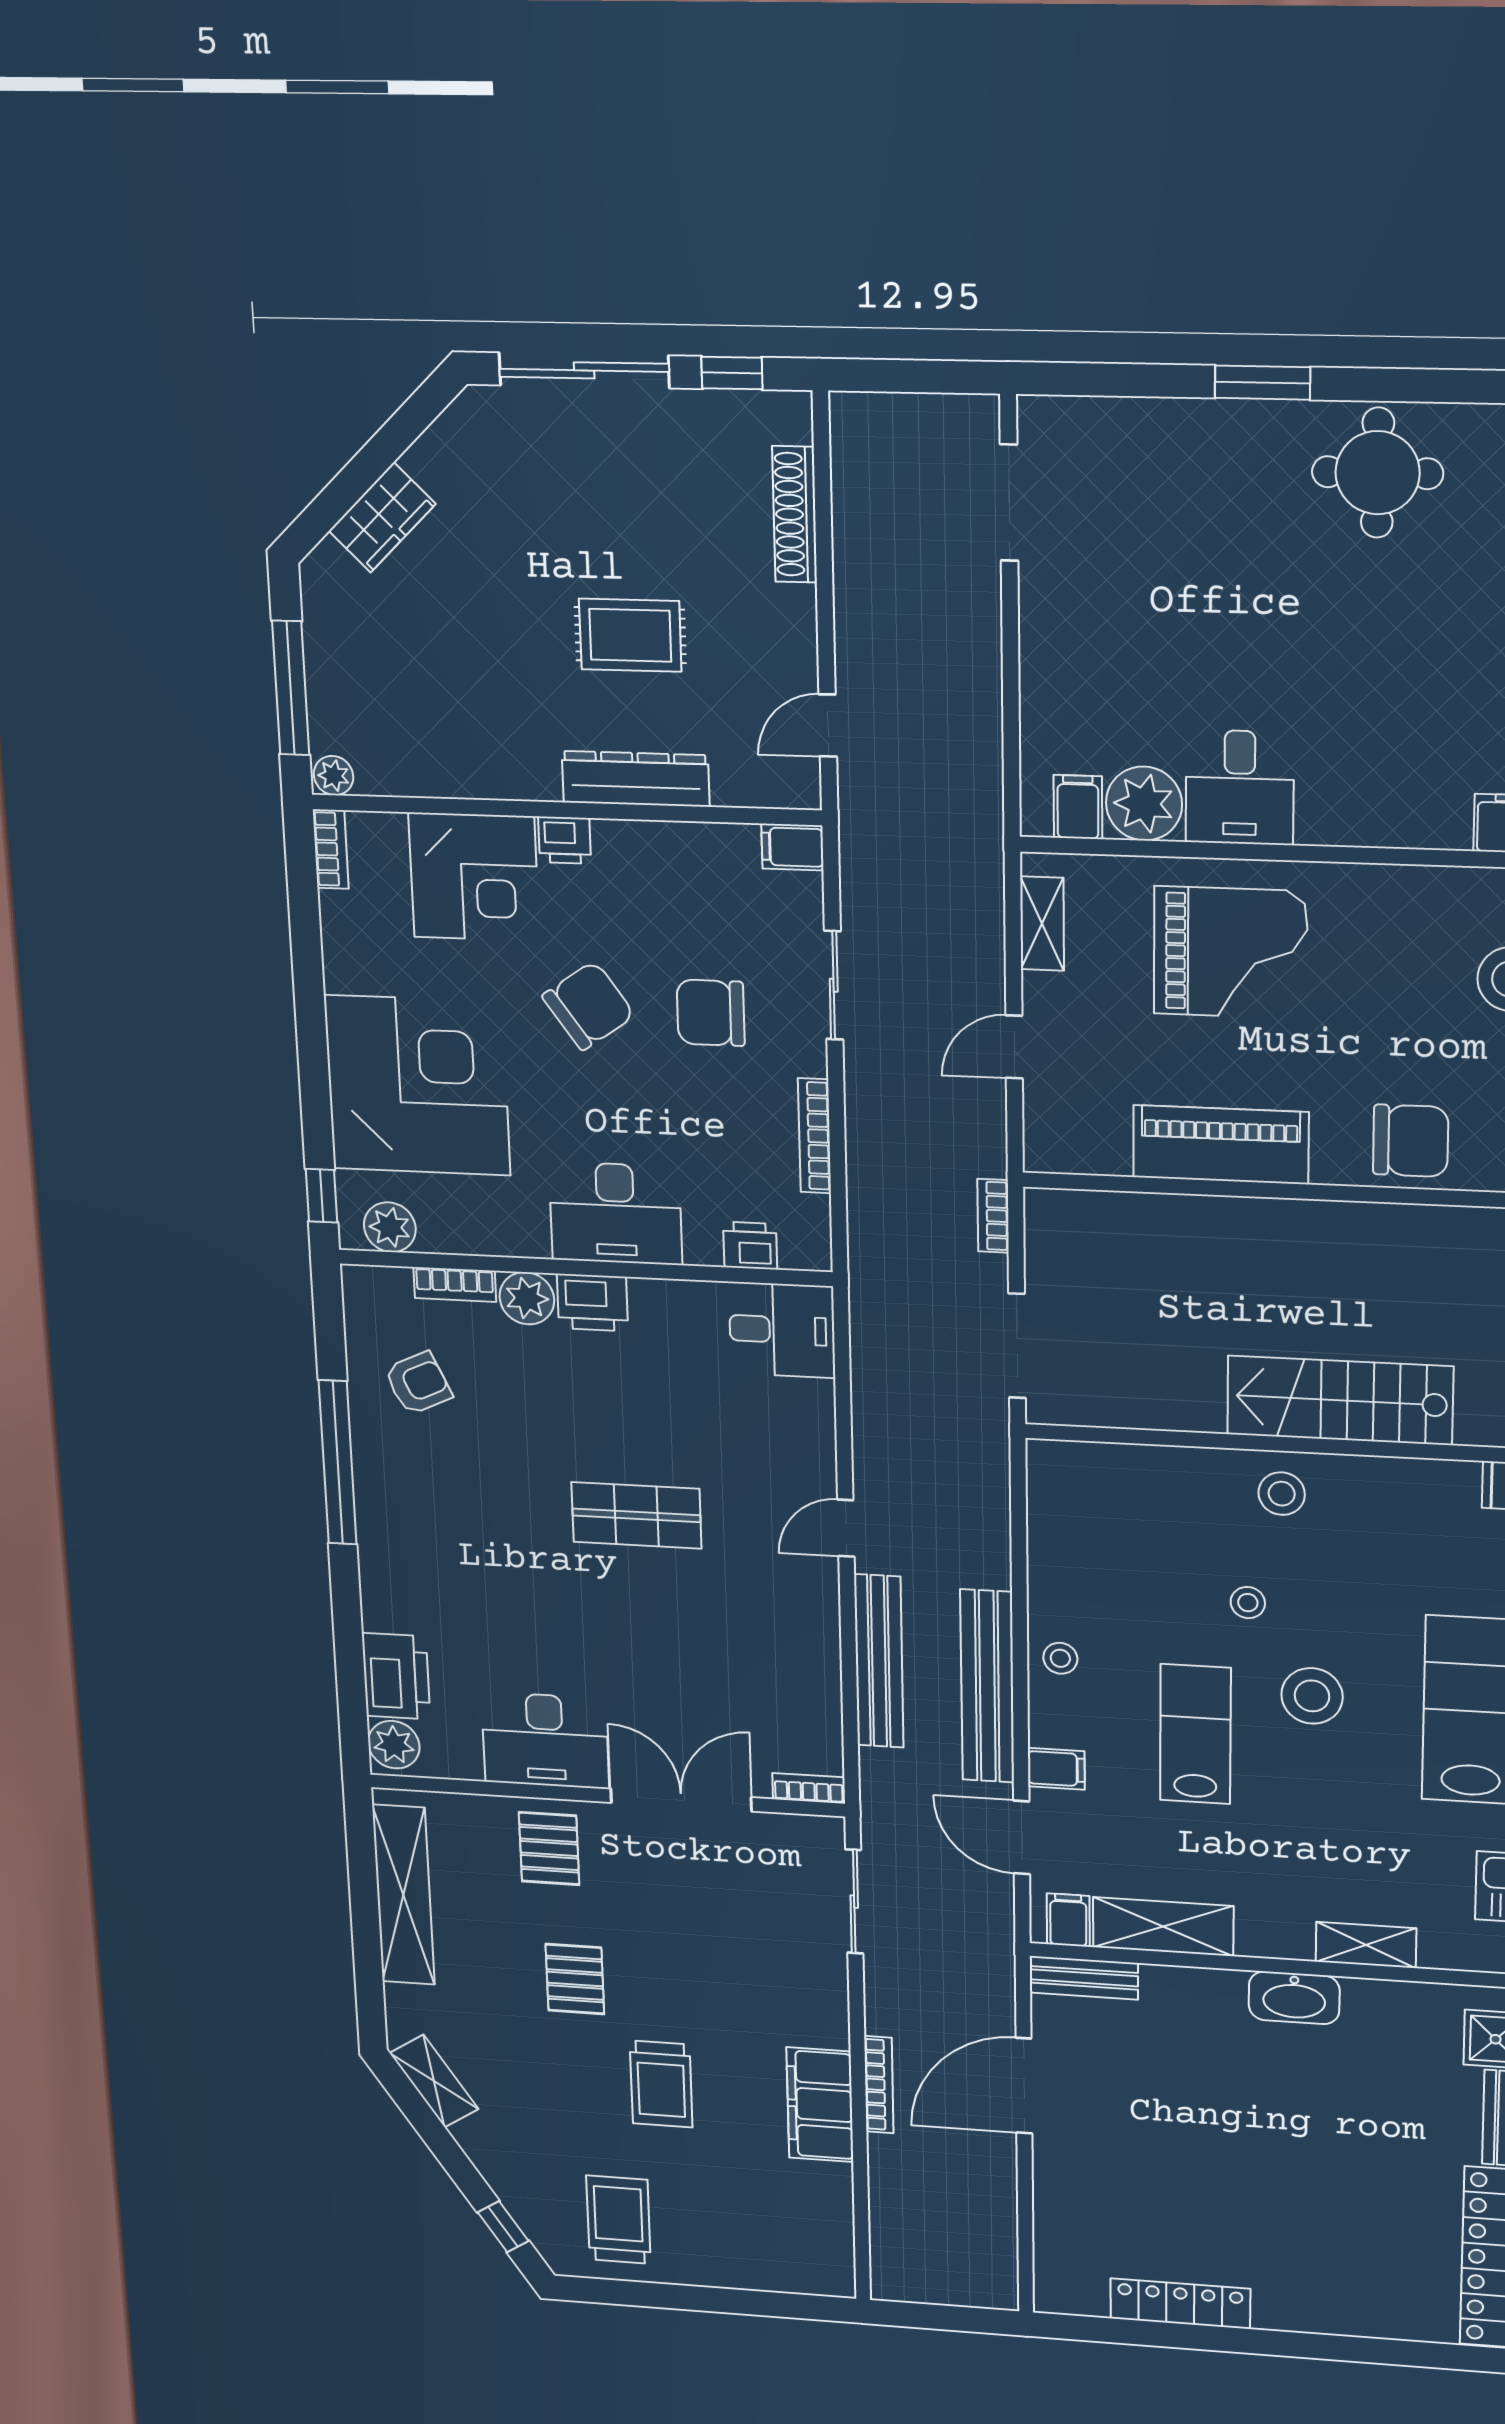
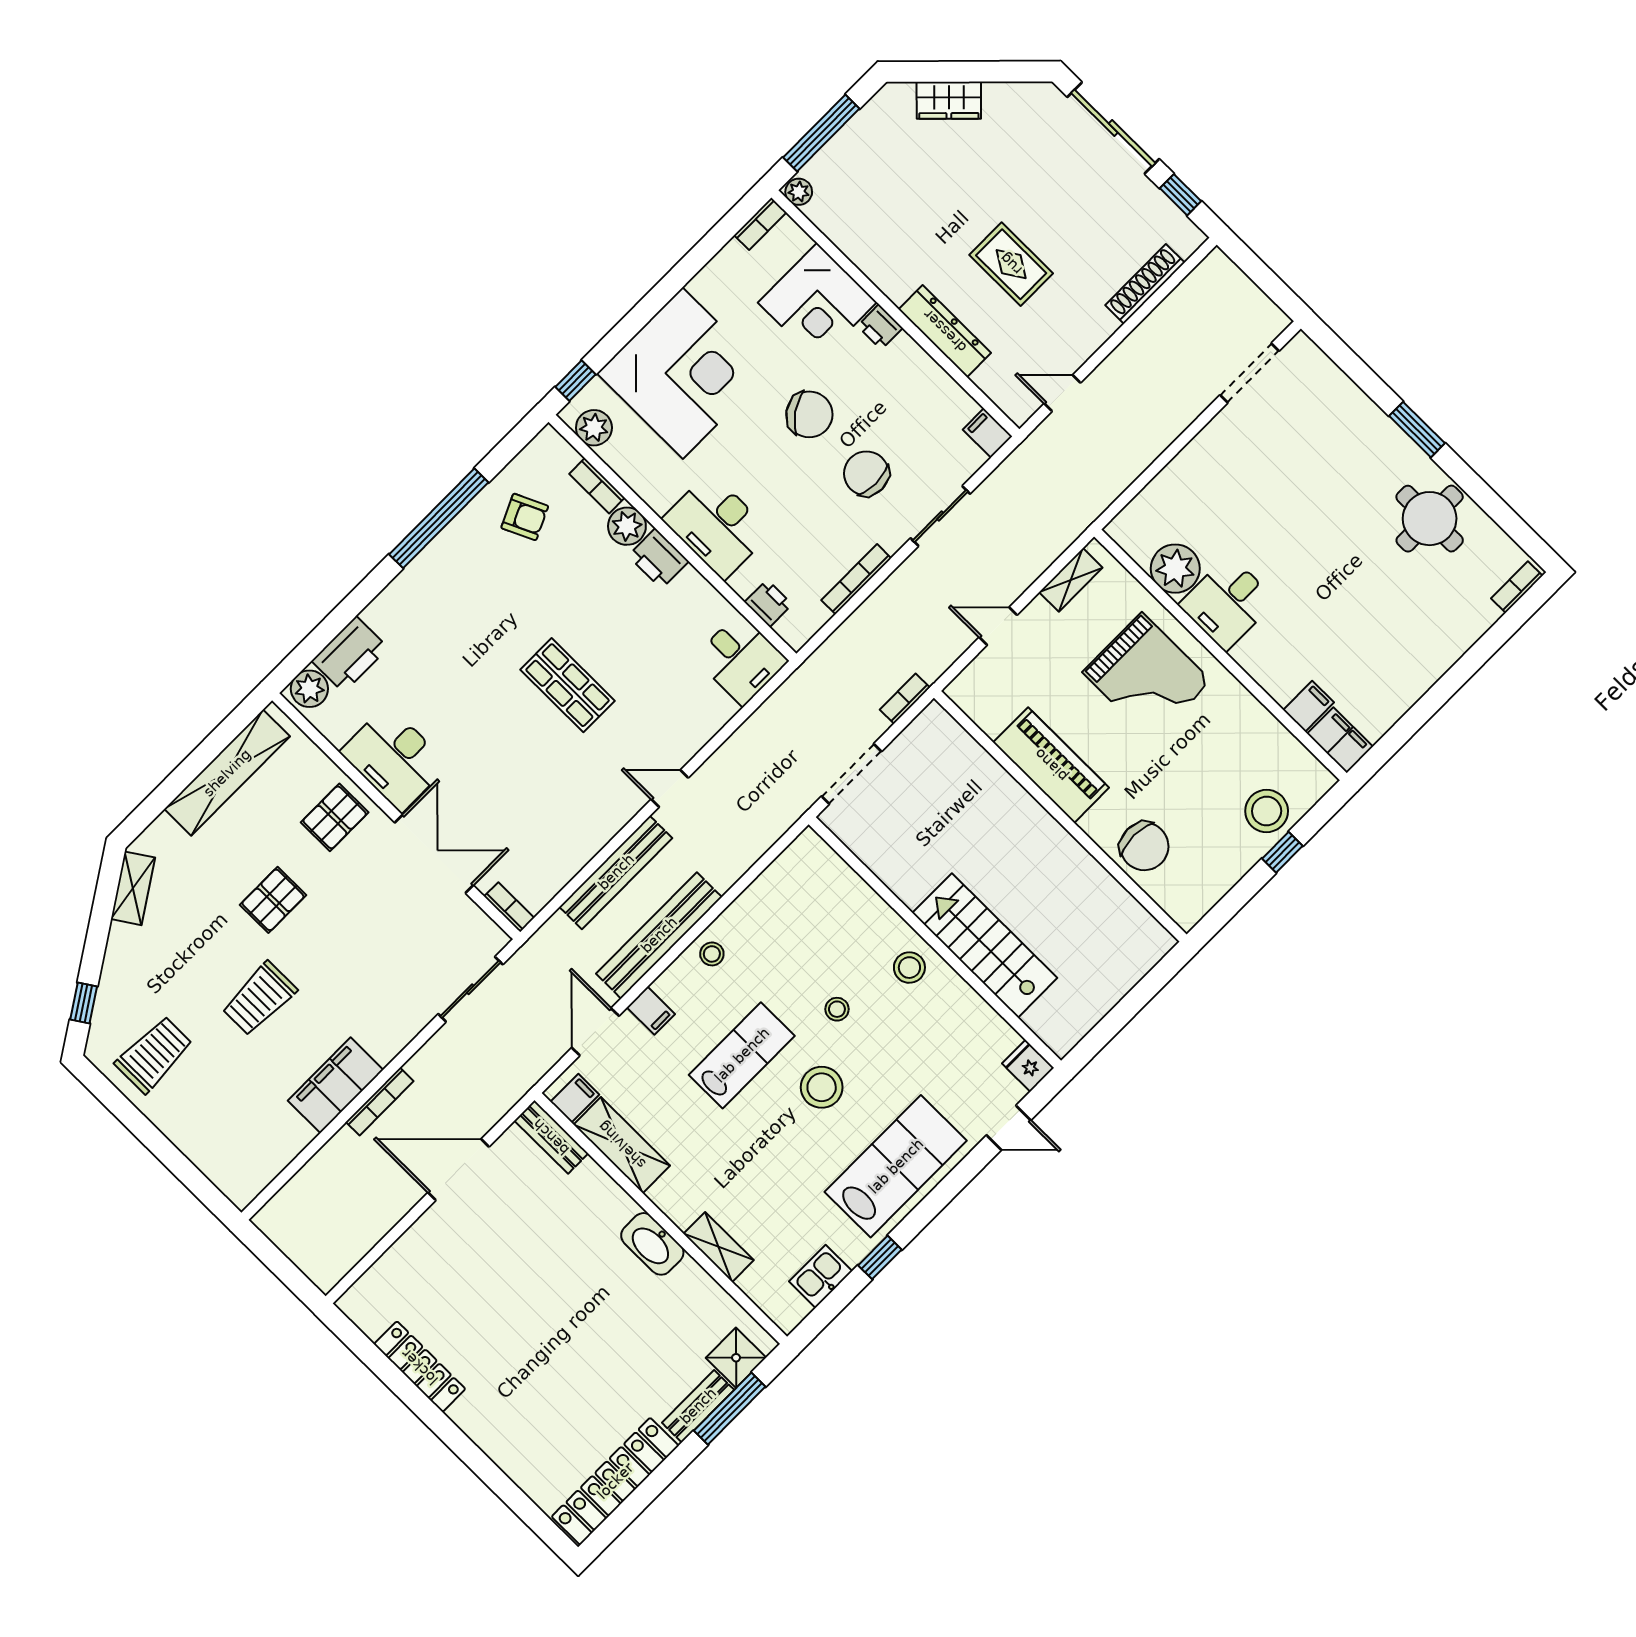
filing cabinet: (1078, 807) -> (1309, 706), moved

